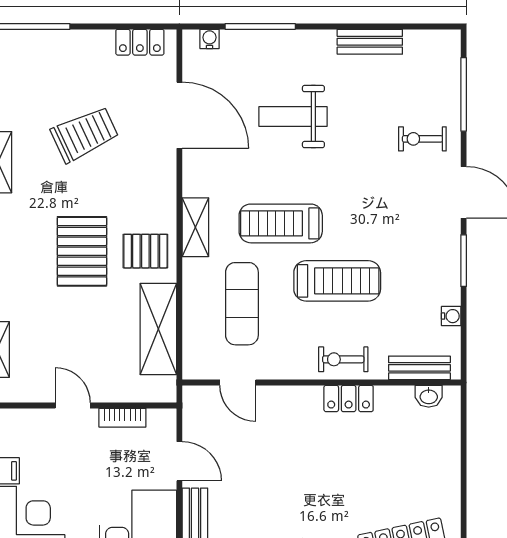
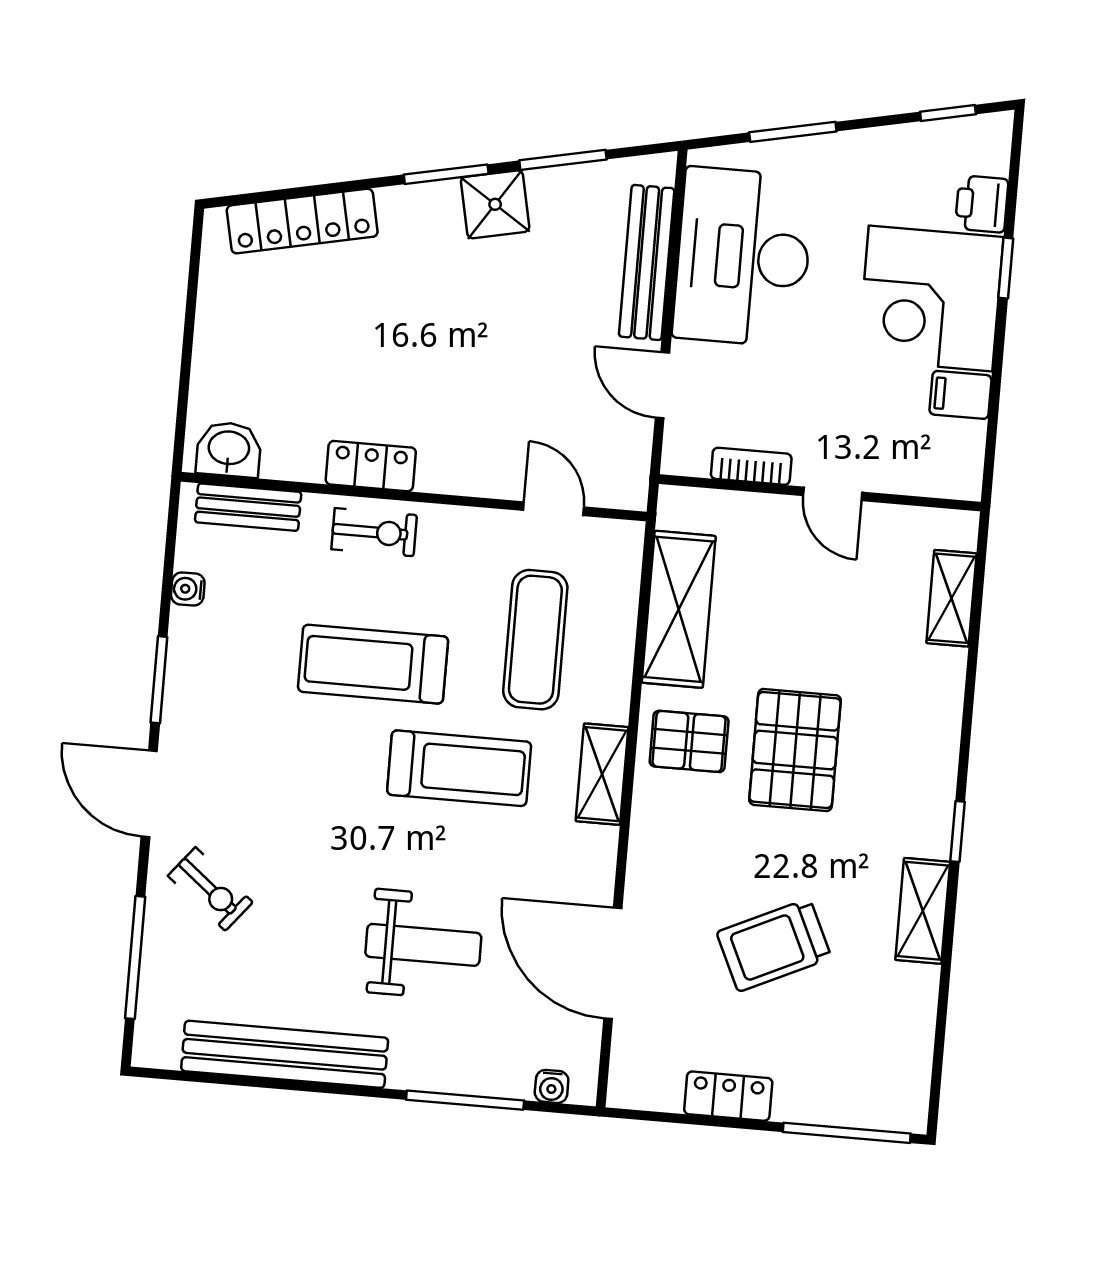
locker: (140, 42) -> (728, 1096), moved
bench: (370, 42) -> (285, 1054), width x1.86, depth x1.21
exercise bike: (422, 139) -> (210, 889), turned 39
washbasin: (429, 396) -> (229, 449), width x1.38, depth x1.45

